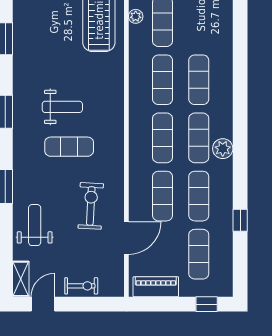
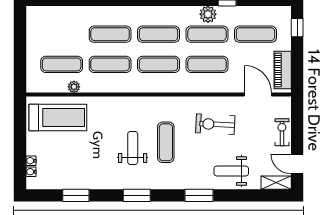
plant: (136, 16) -> (74, 87), moved
plant: (223, 149) -> (208, 14), moved
door: (126, 238) -> (258, 95), moved

